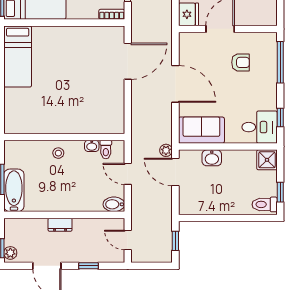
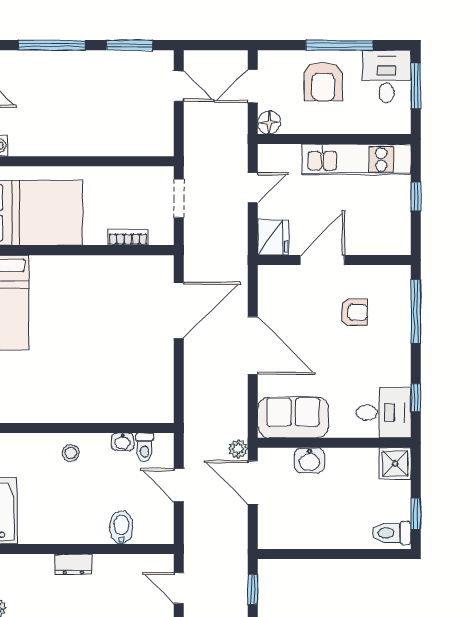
bookcase: (112, 14) -> (128, 237), moved
bidet: (114, 204) -> (121, 527), moved, turned 90

